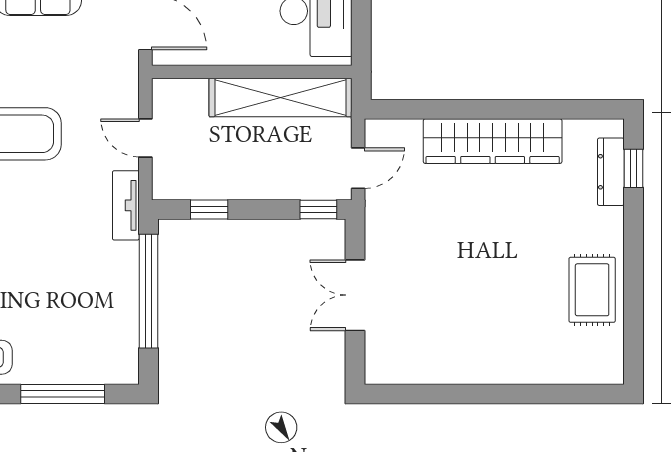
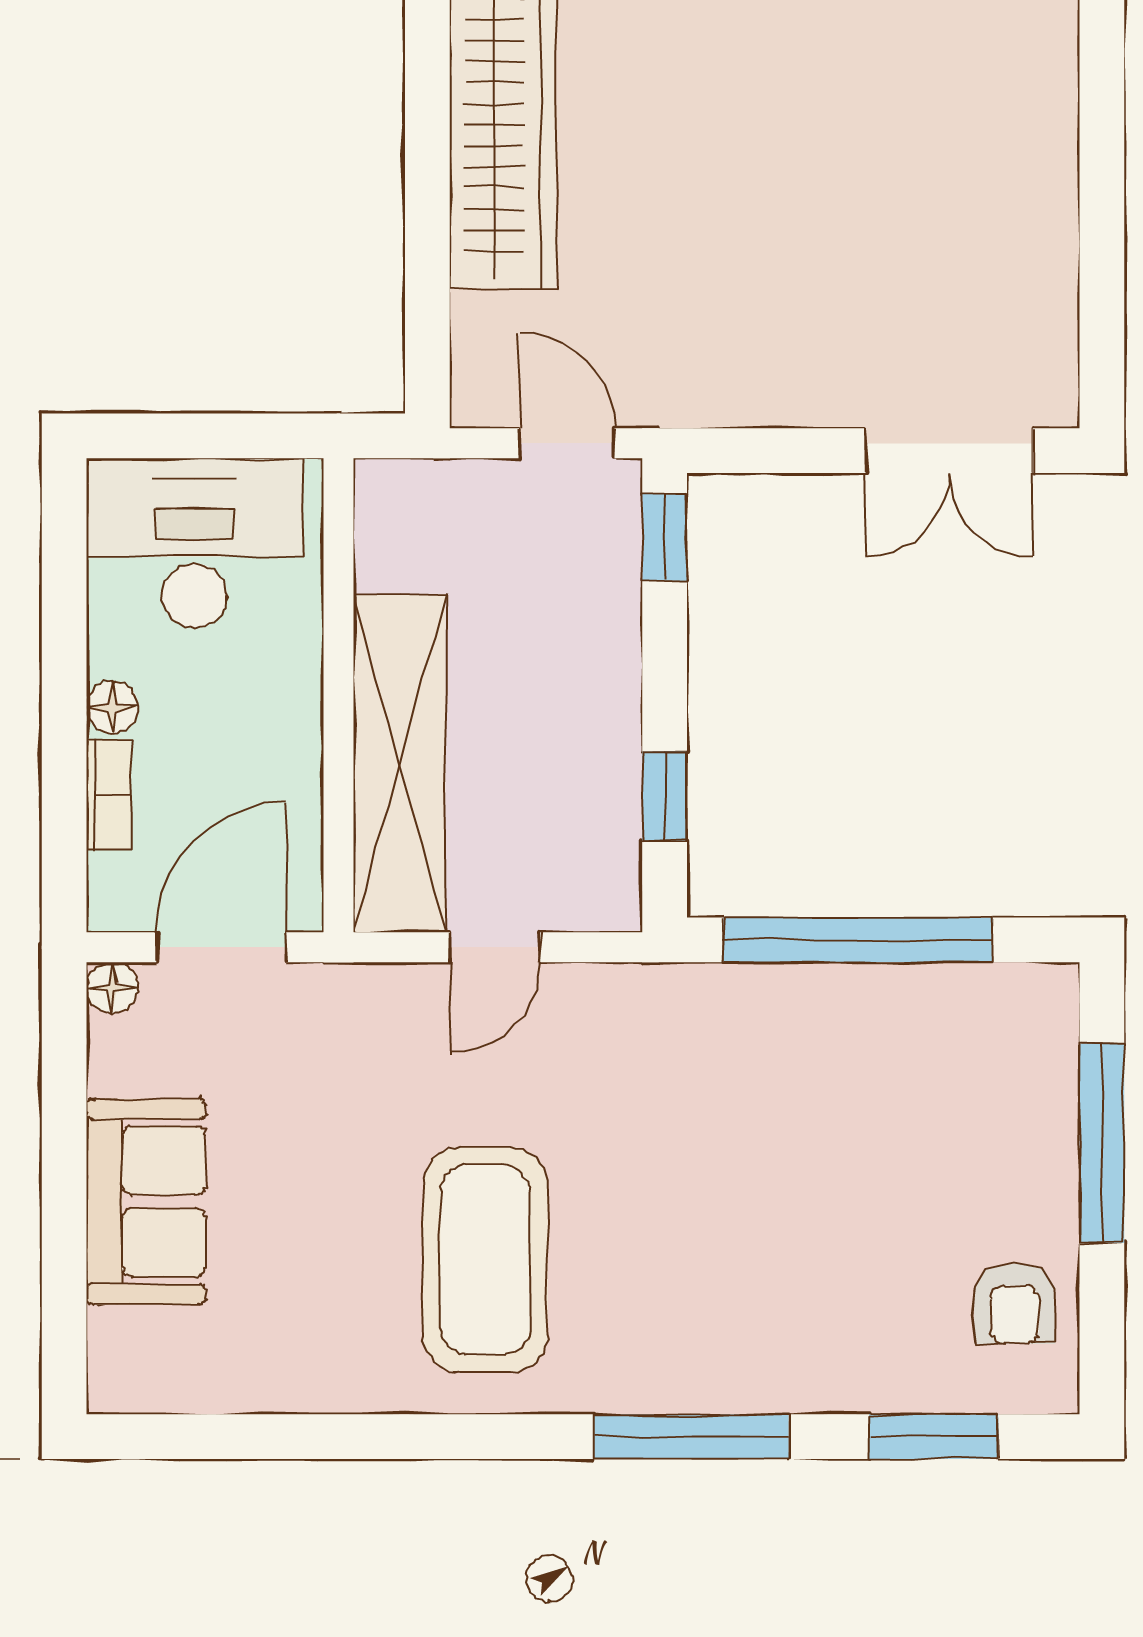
shelving: (280, 97) -> (399, 763), moved
tv unit: (126, 205) -> (655, 994), removed
double door: (355, 295) -> (949, 451), moved

